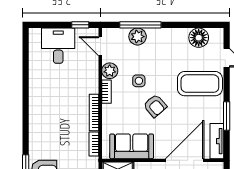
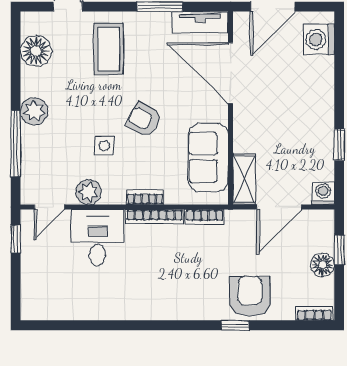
plant: (138, 37) -> (34, 111), moved
desk: (58, 46) -> (98, 238), moved, turned 90
coffee table: (200, 84) -> (109, 49), width x0.73, depth x0.76
bookcase: (106, 92) -> (145, 197), moved
armchair: (155, 106) -> (144, 120), turned -110

